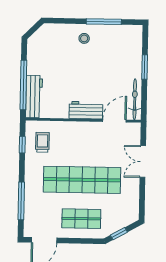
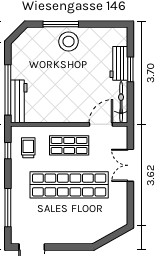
window: (104, 22) -> (61, 24), moved
stool: (84, 38) -> (69, 42), width x1.89, depth x1.89
workbench: (86, 110) -> (119, 63), moved, turned -90
shop shelf: (81, 219) -> (69, 145), moved
window: (119, 234) -> (108, 239), removed

